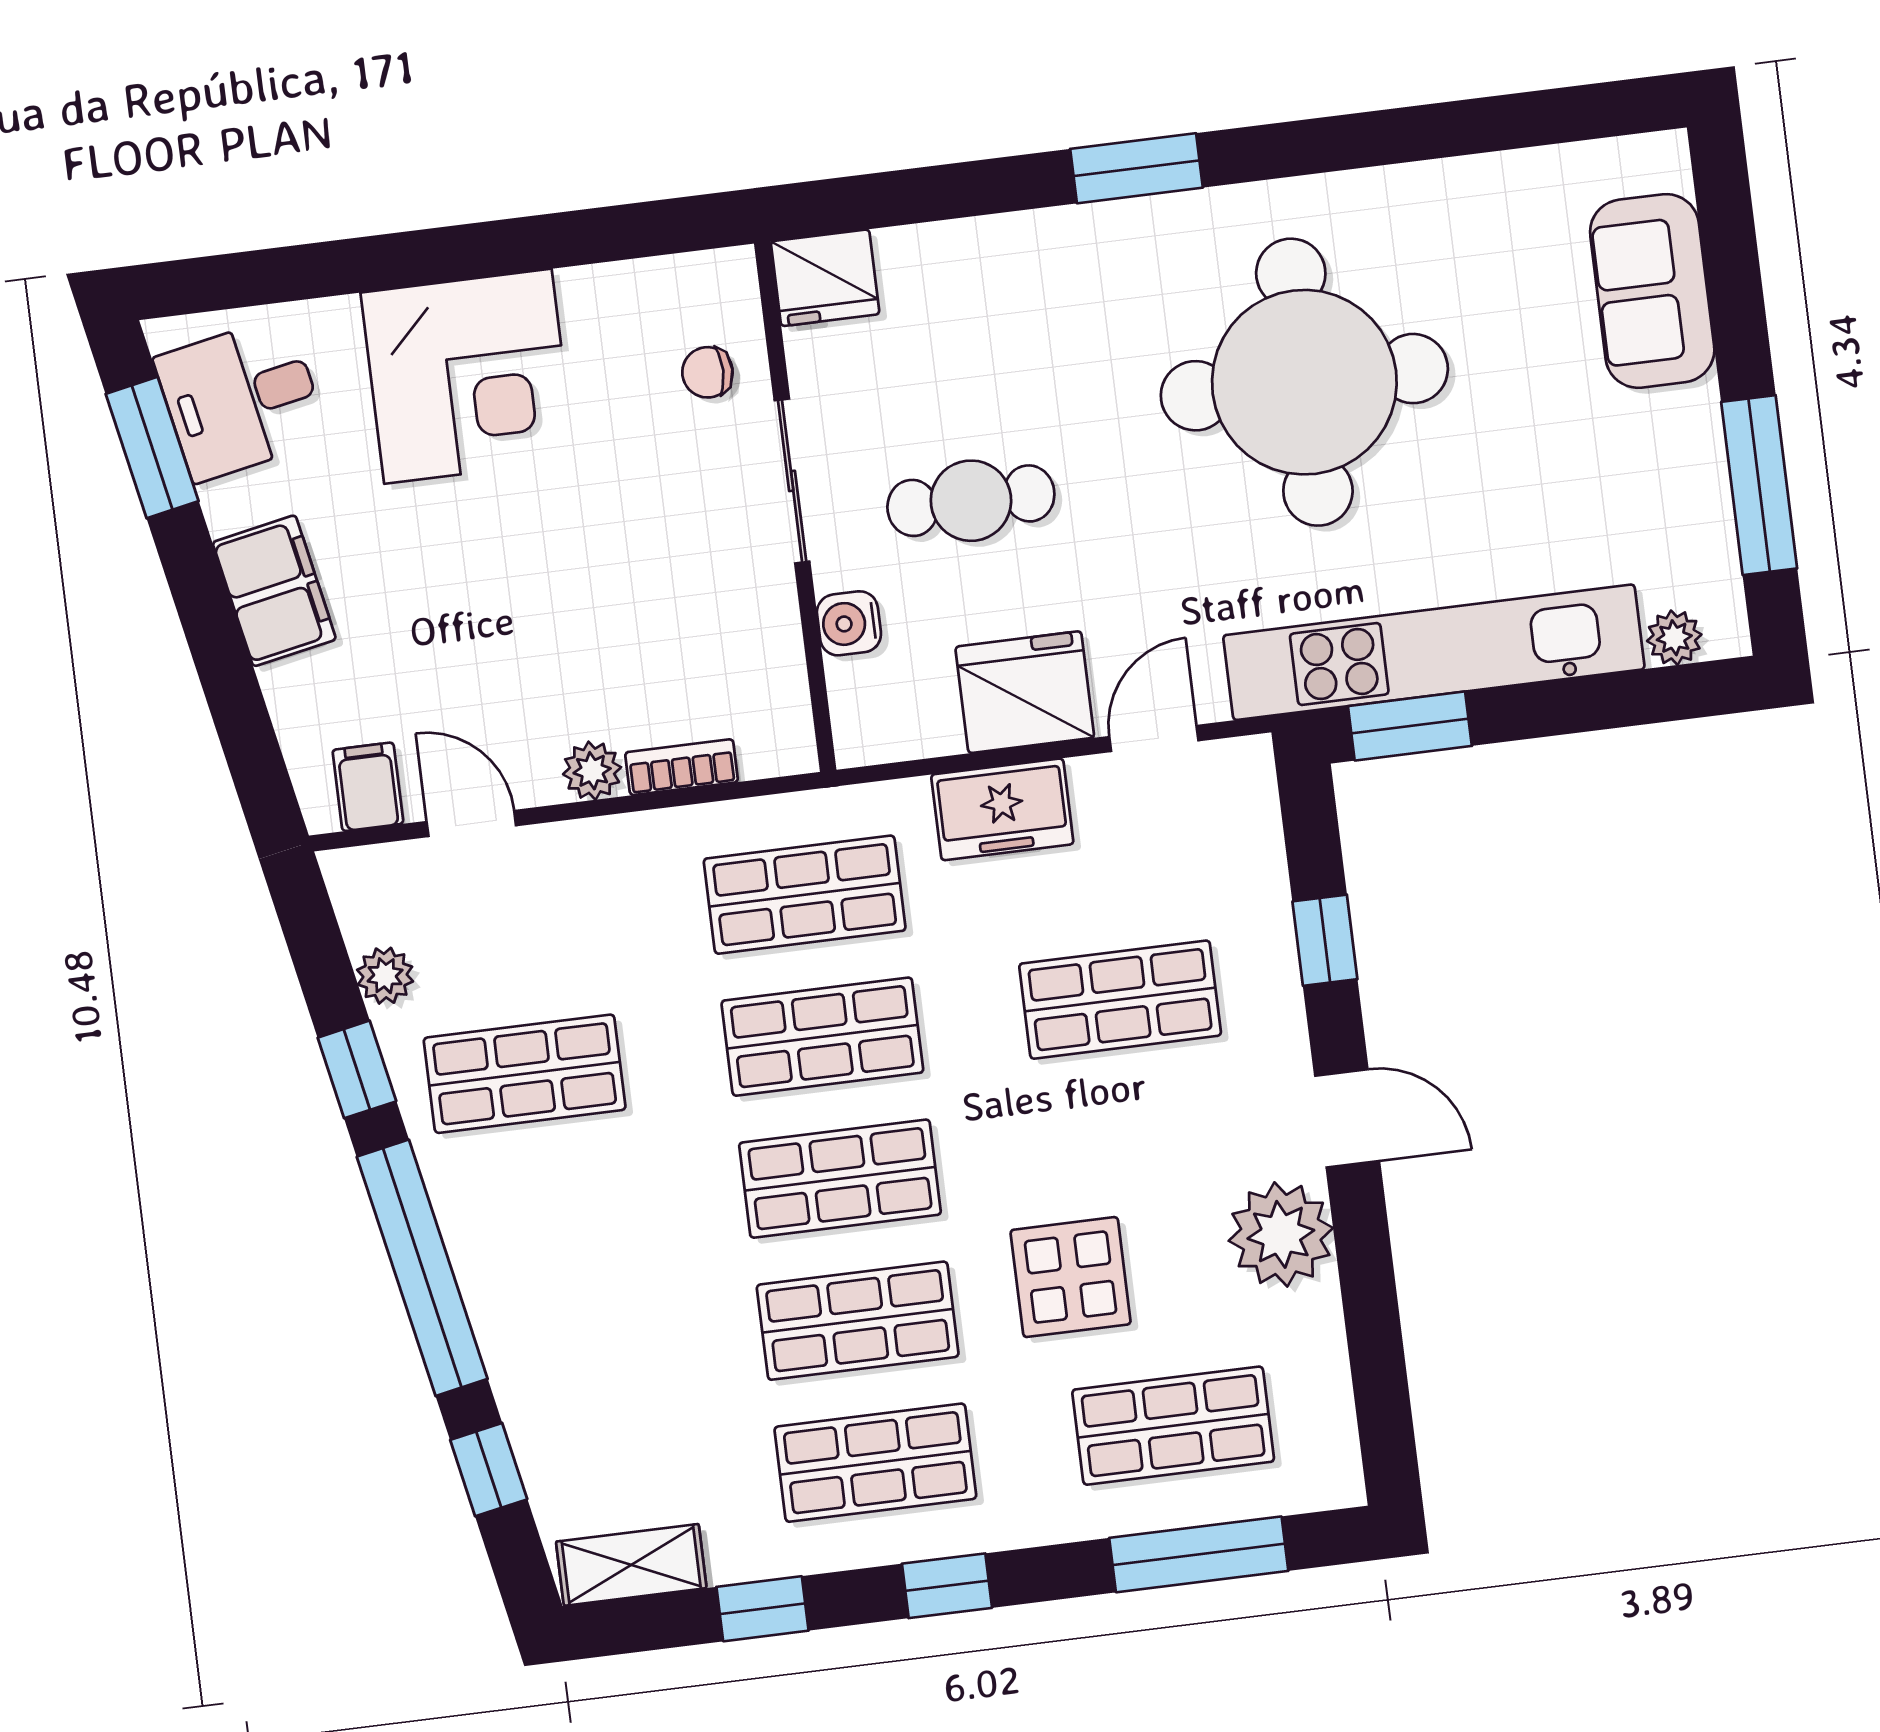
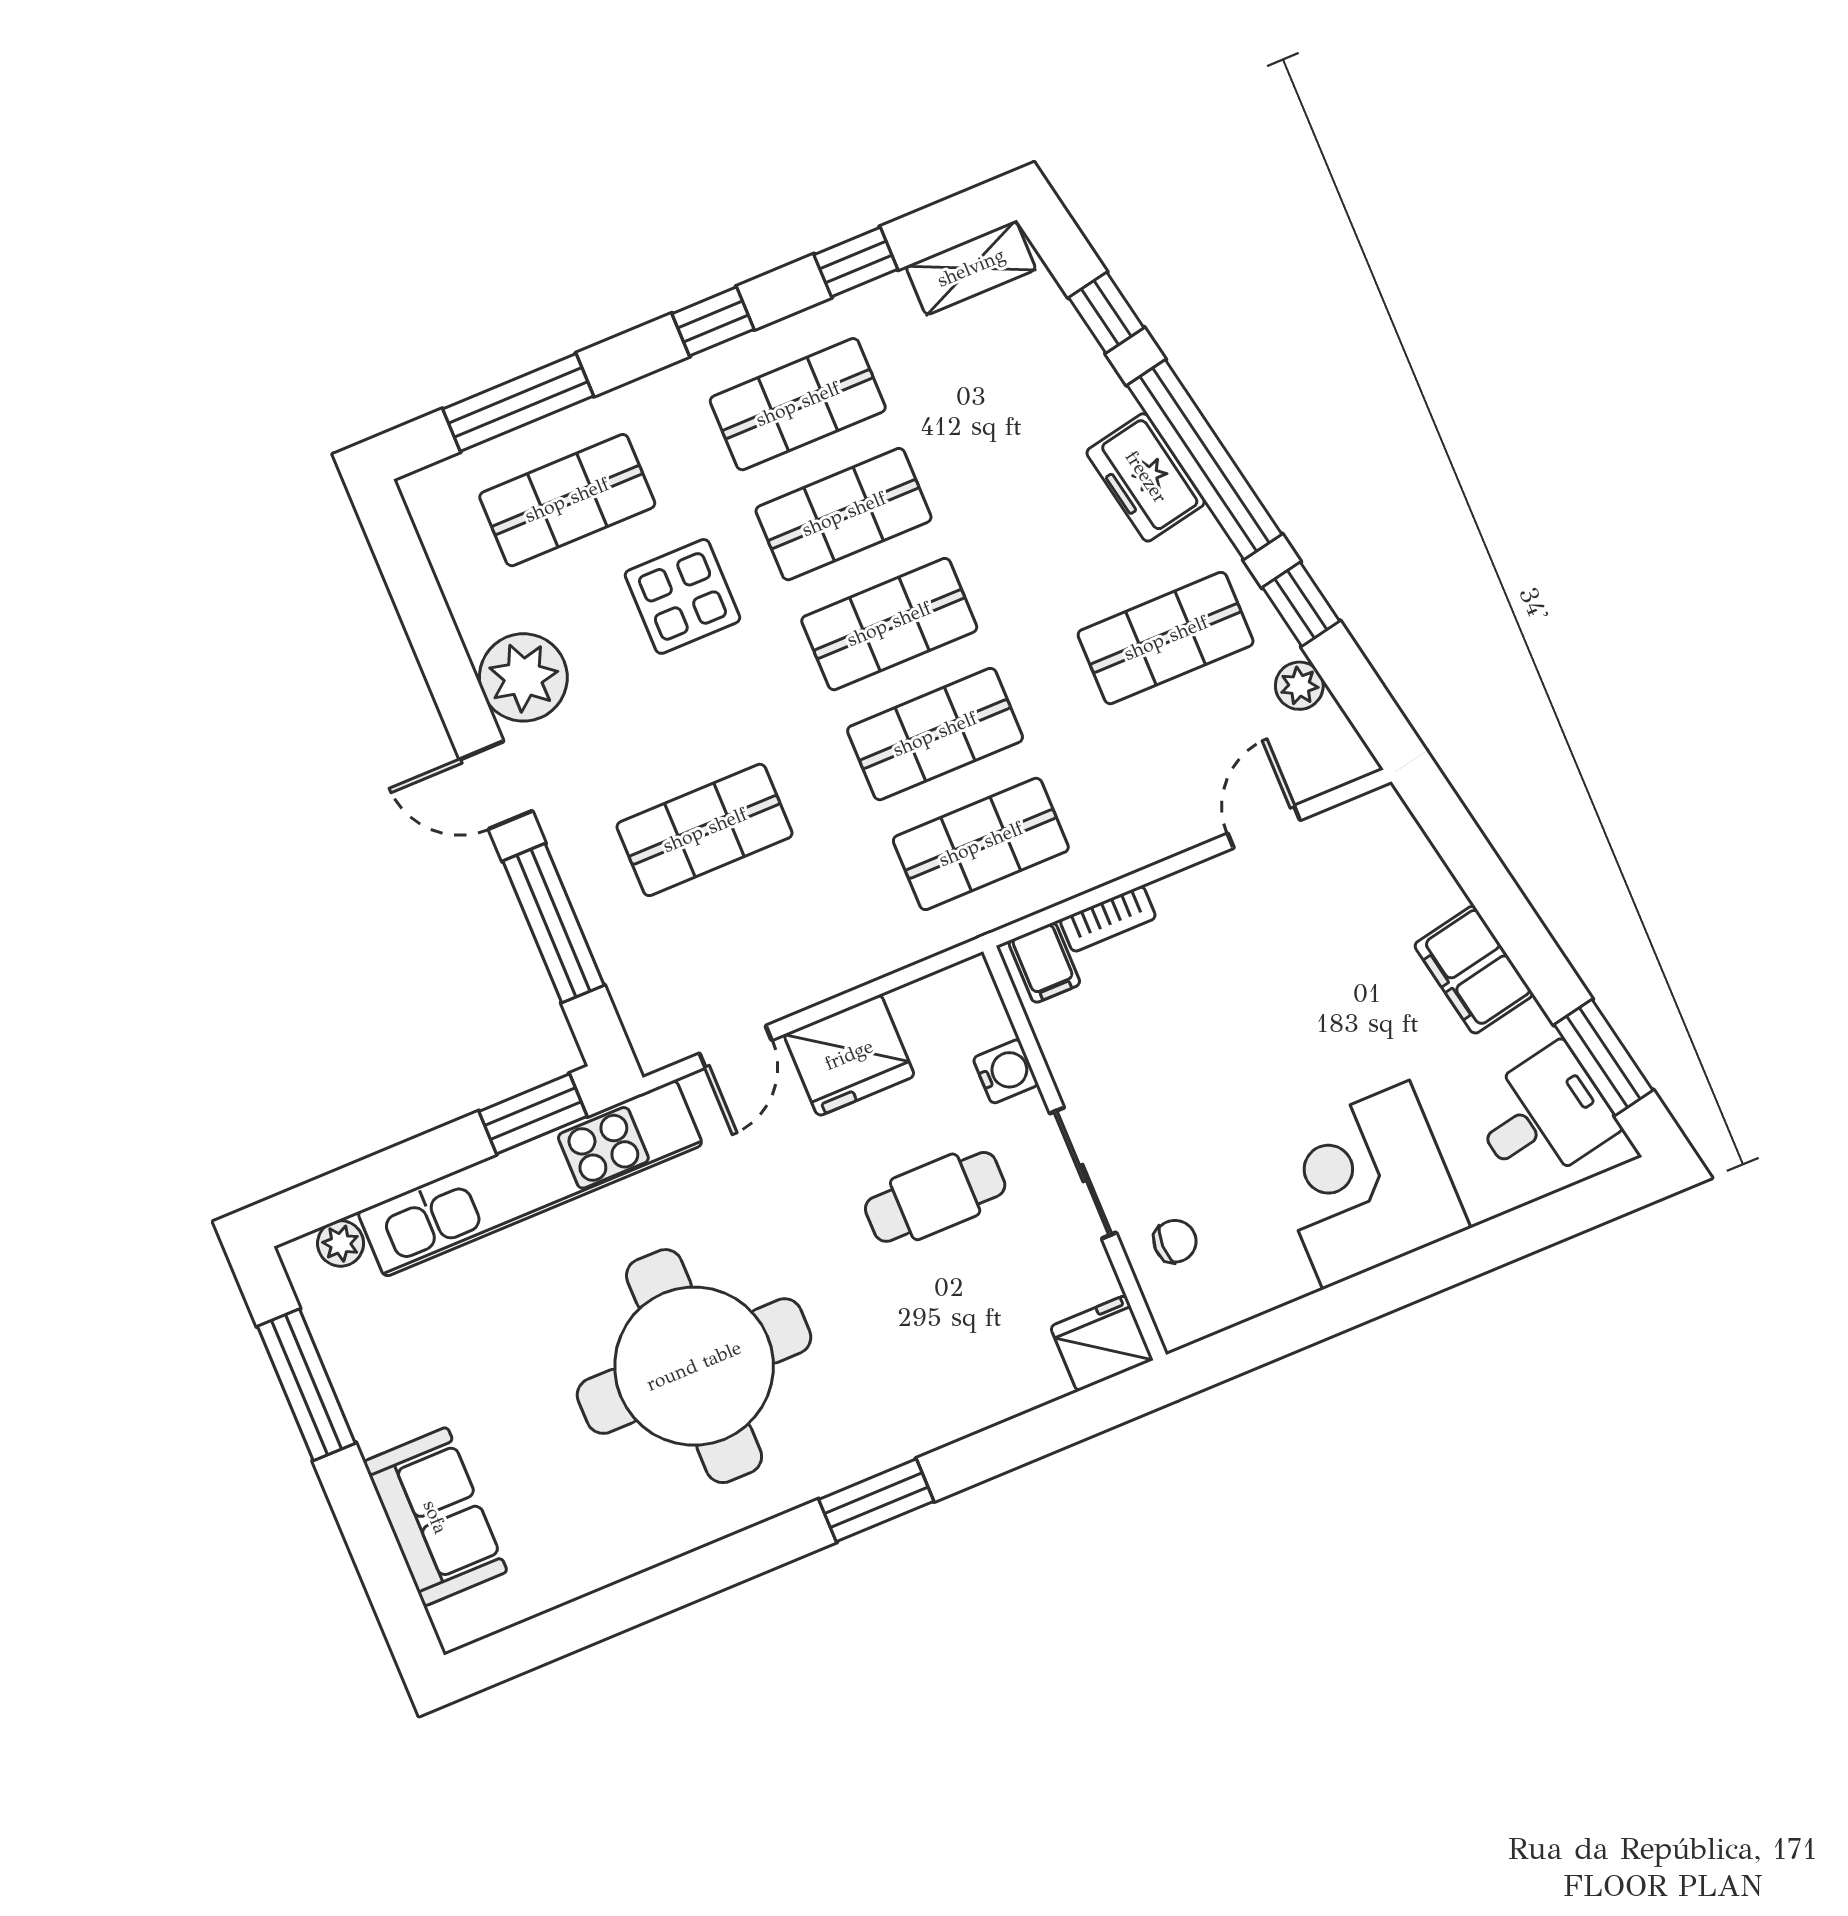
plant: (592, 771) -> (1179, 896), removed
filing cabinet: (368, 787) -> (1044, 963), moved
freezer: (1002, 809) -> (1146, 477), moved, turned -101
door: (471, 824) -> (1264, 827), swing flipped
window: (1325, 940) -> (553, 923), width x2.17

